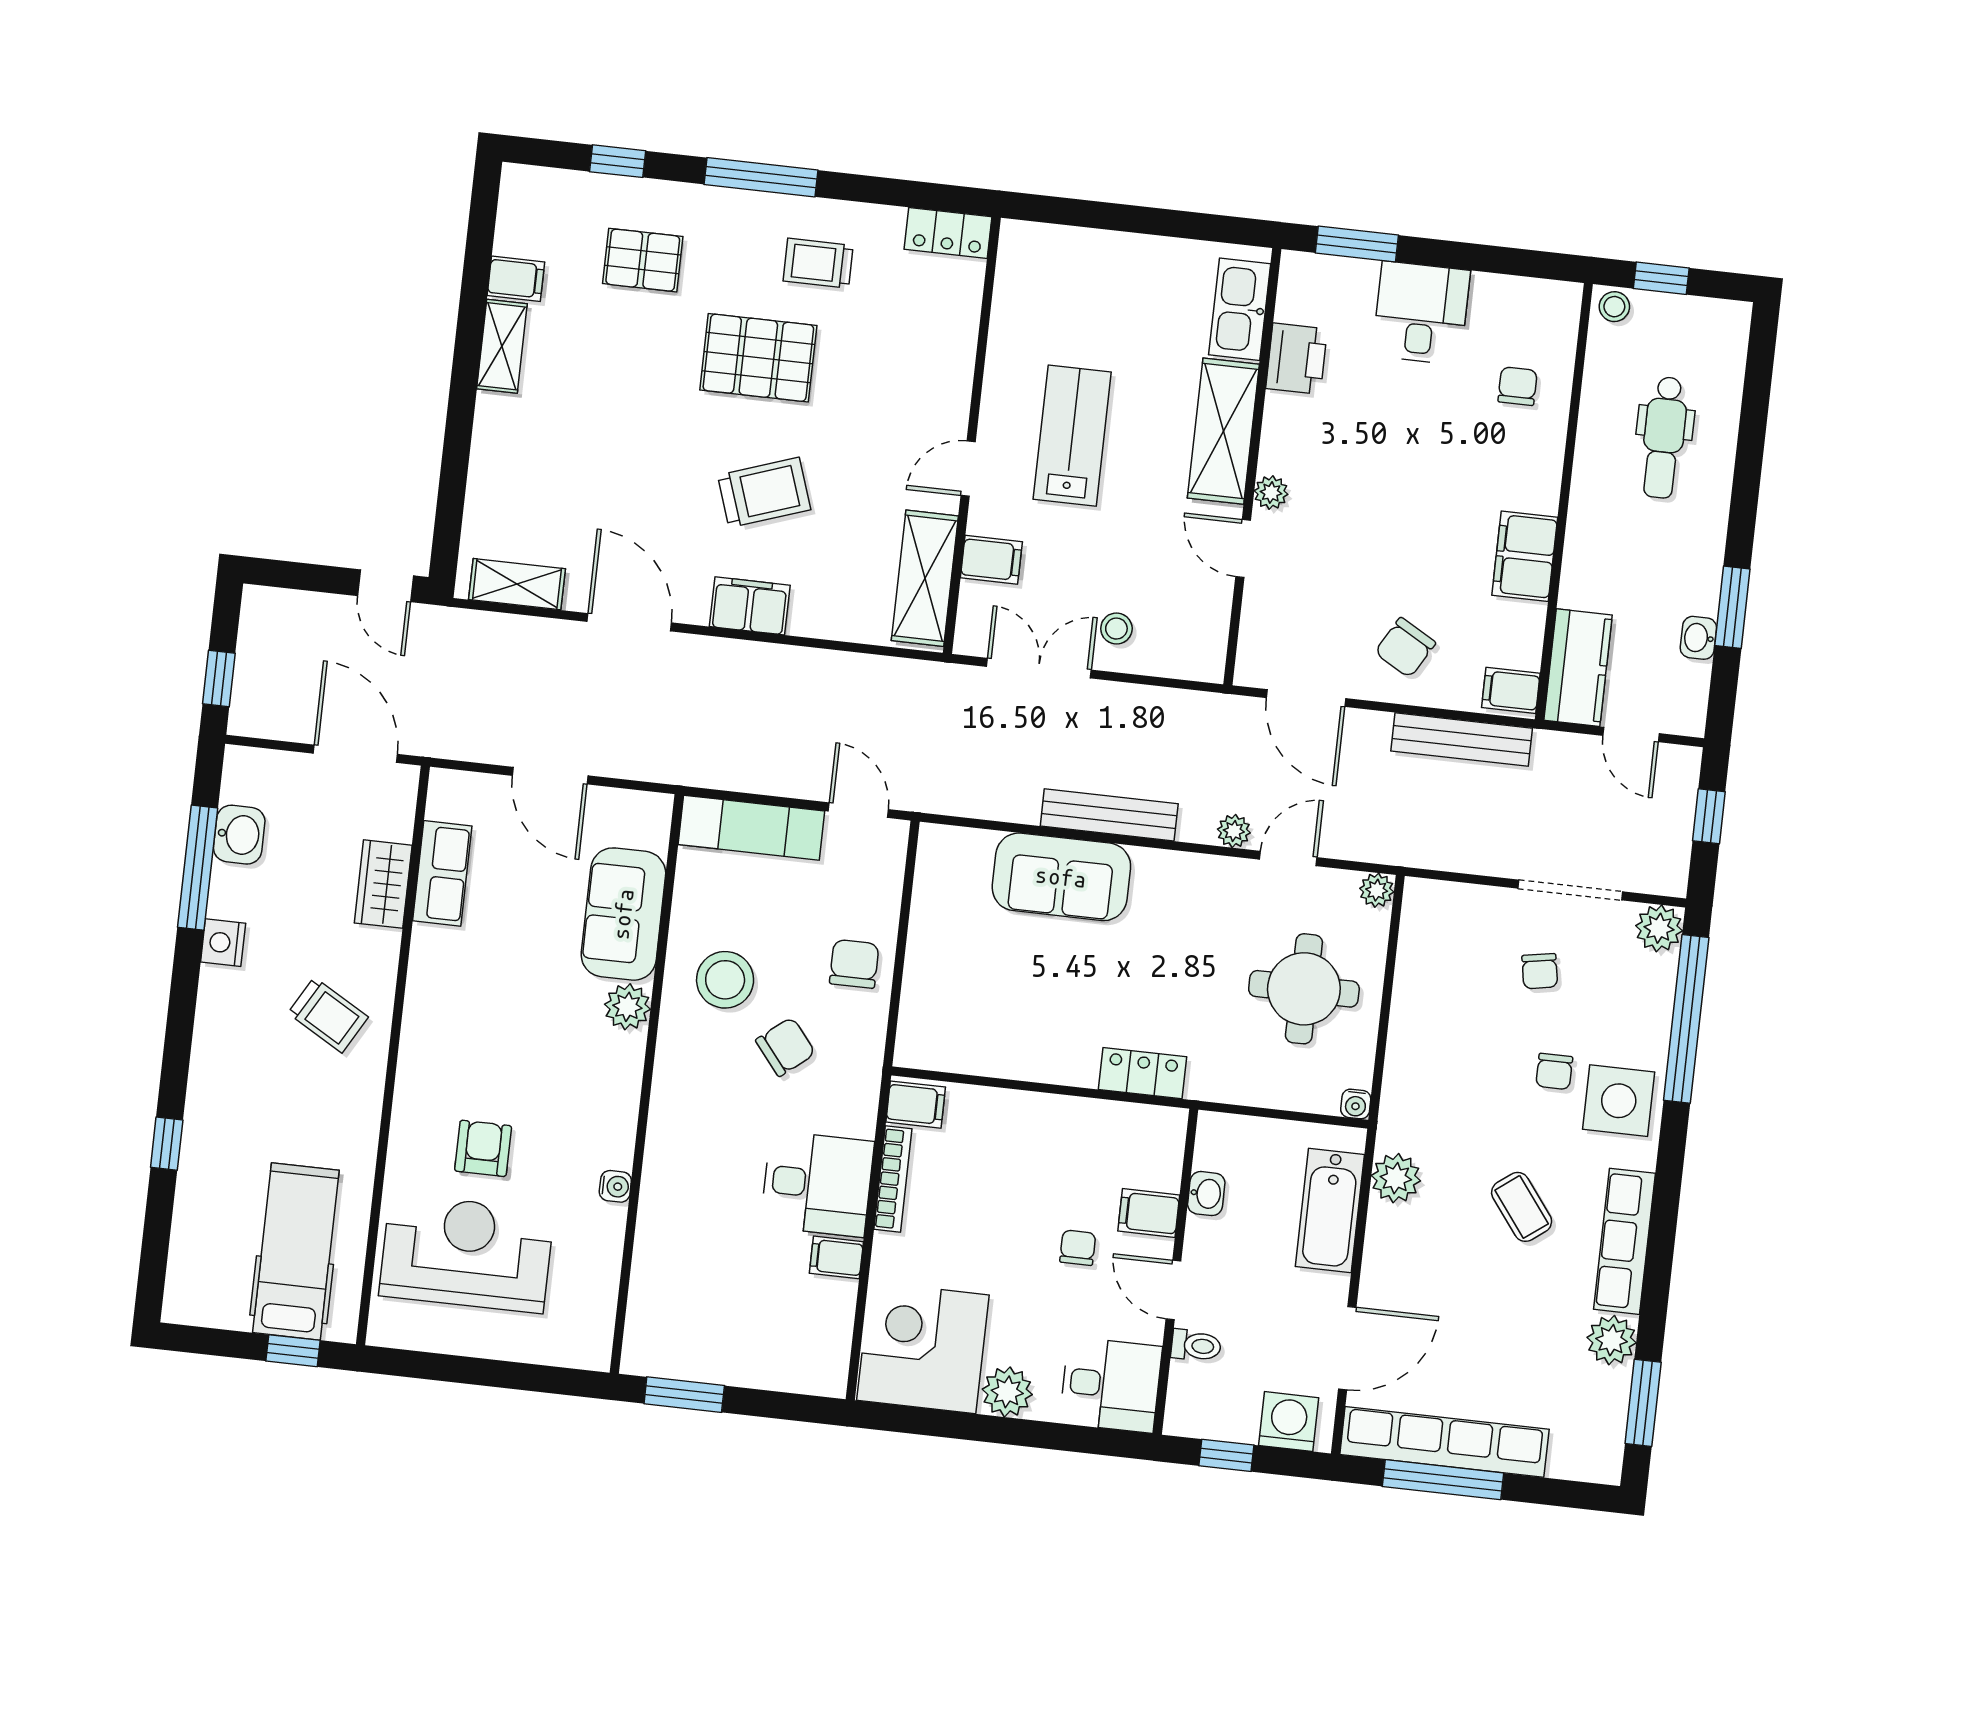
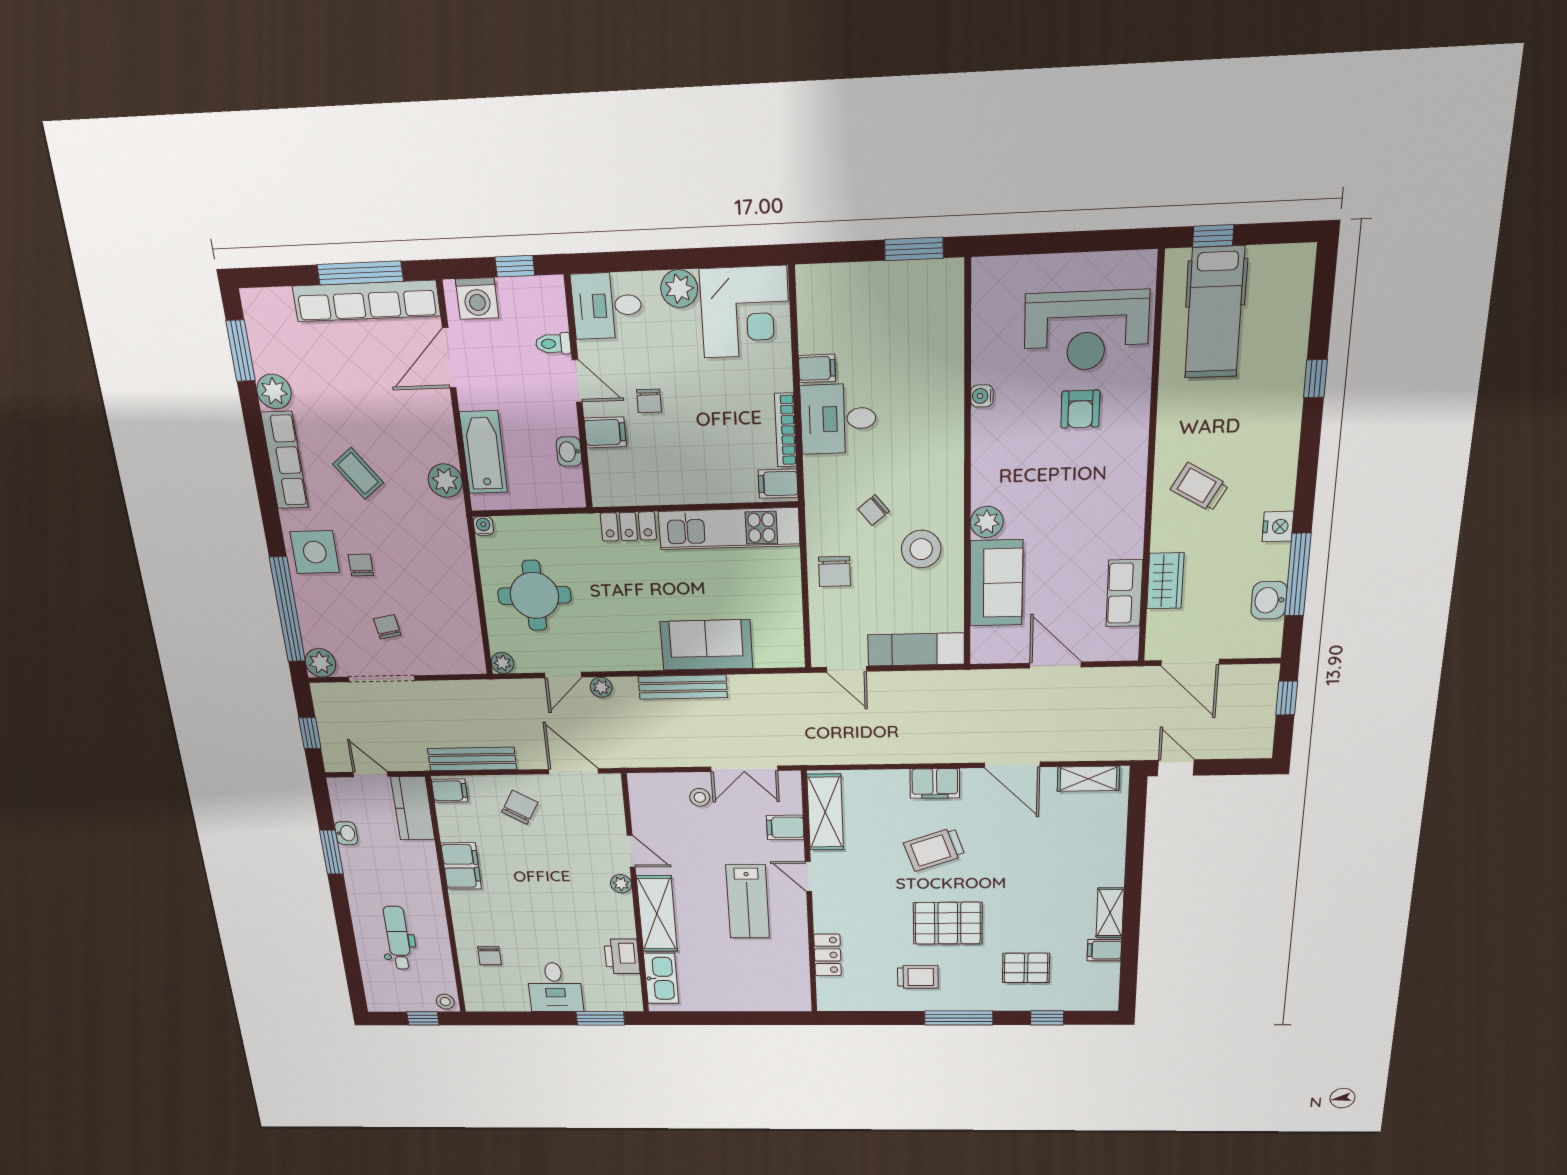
locker: (948, 233) -> (828, 955), moved, turned 90
door: (968, 469) -> (808, 877), swing flipped
chair: (786, 1047) -> (874, 510), width x0.73, depth x0.73
kitchen unit: (997, 1049) -> (729, 529), added

